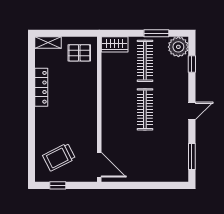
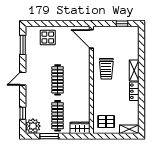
locker: (41, 87) -> (134, 91), width x0.66
shelving: (41, 122) -> (134, 70), added
trolley: (59, 157) -> (106, 69), moved, turned 117
display table: (158, 167) -> (48, 37), added

